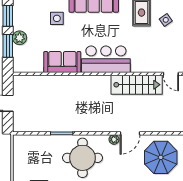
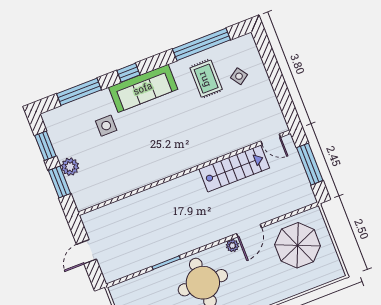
bar counter: (106, 59) -> (185, 152), removed
sofa: (62, 62) -> (133, 176), removed

